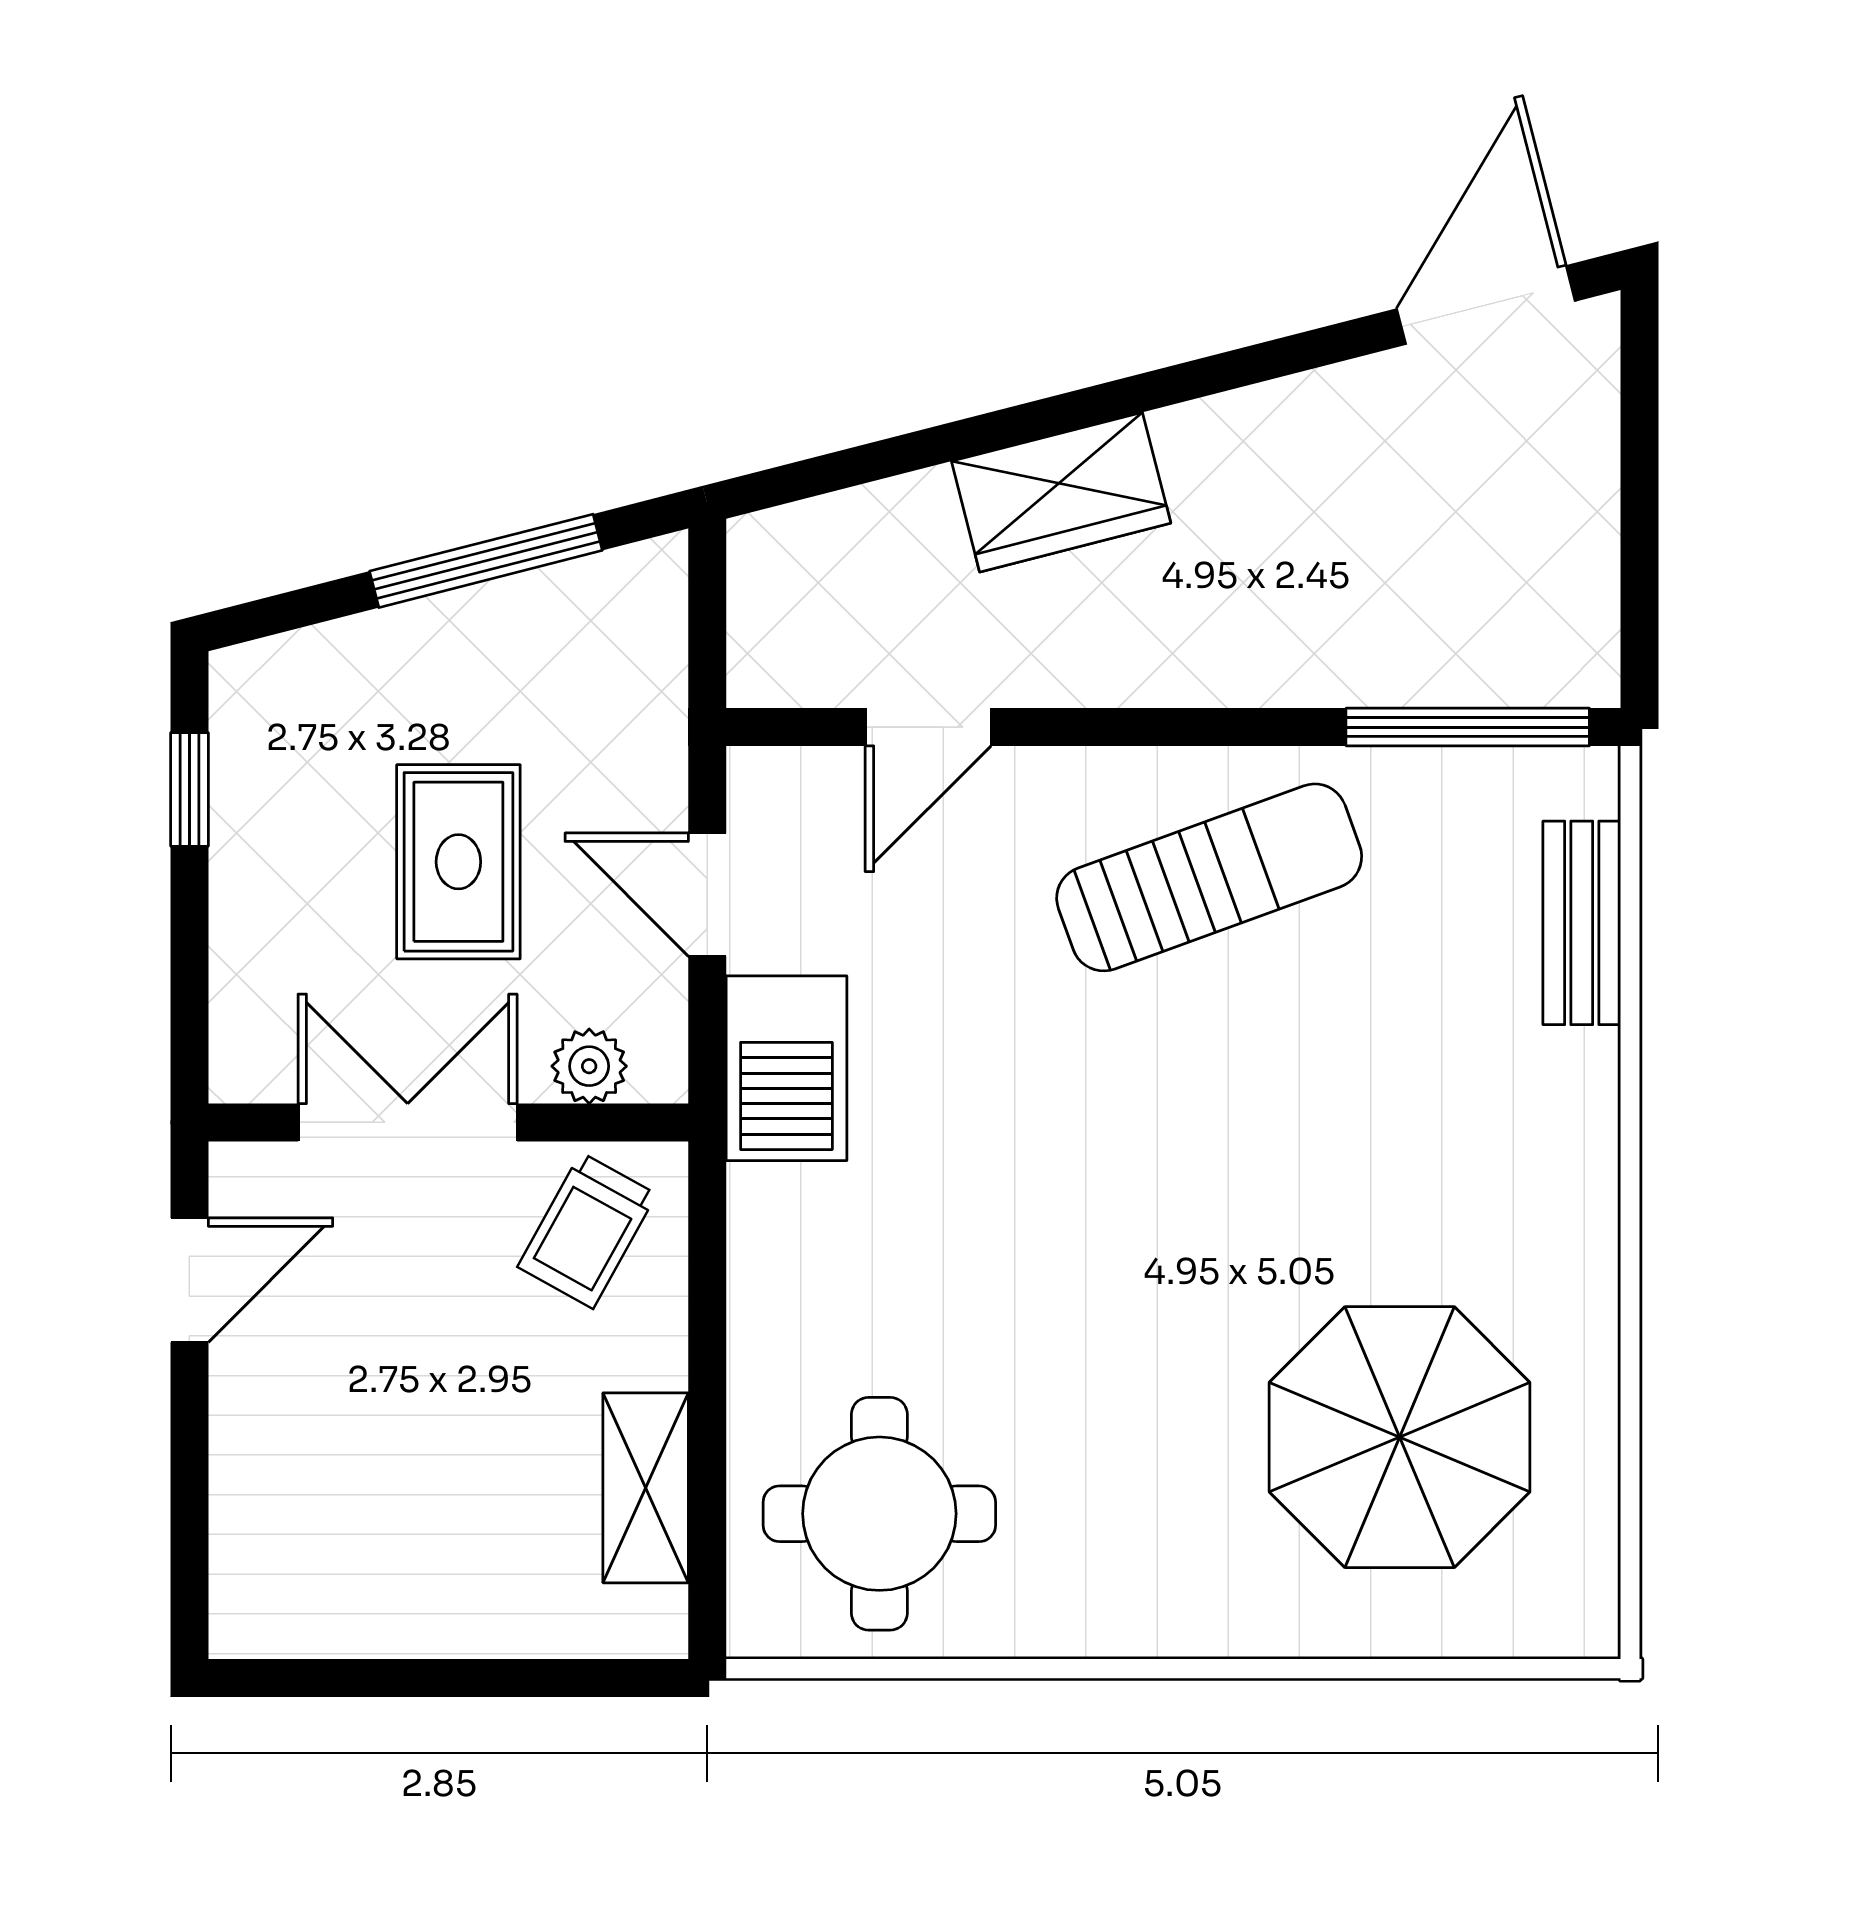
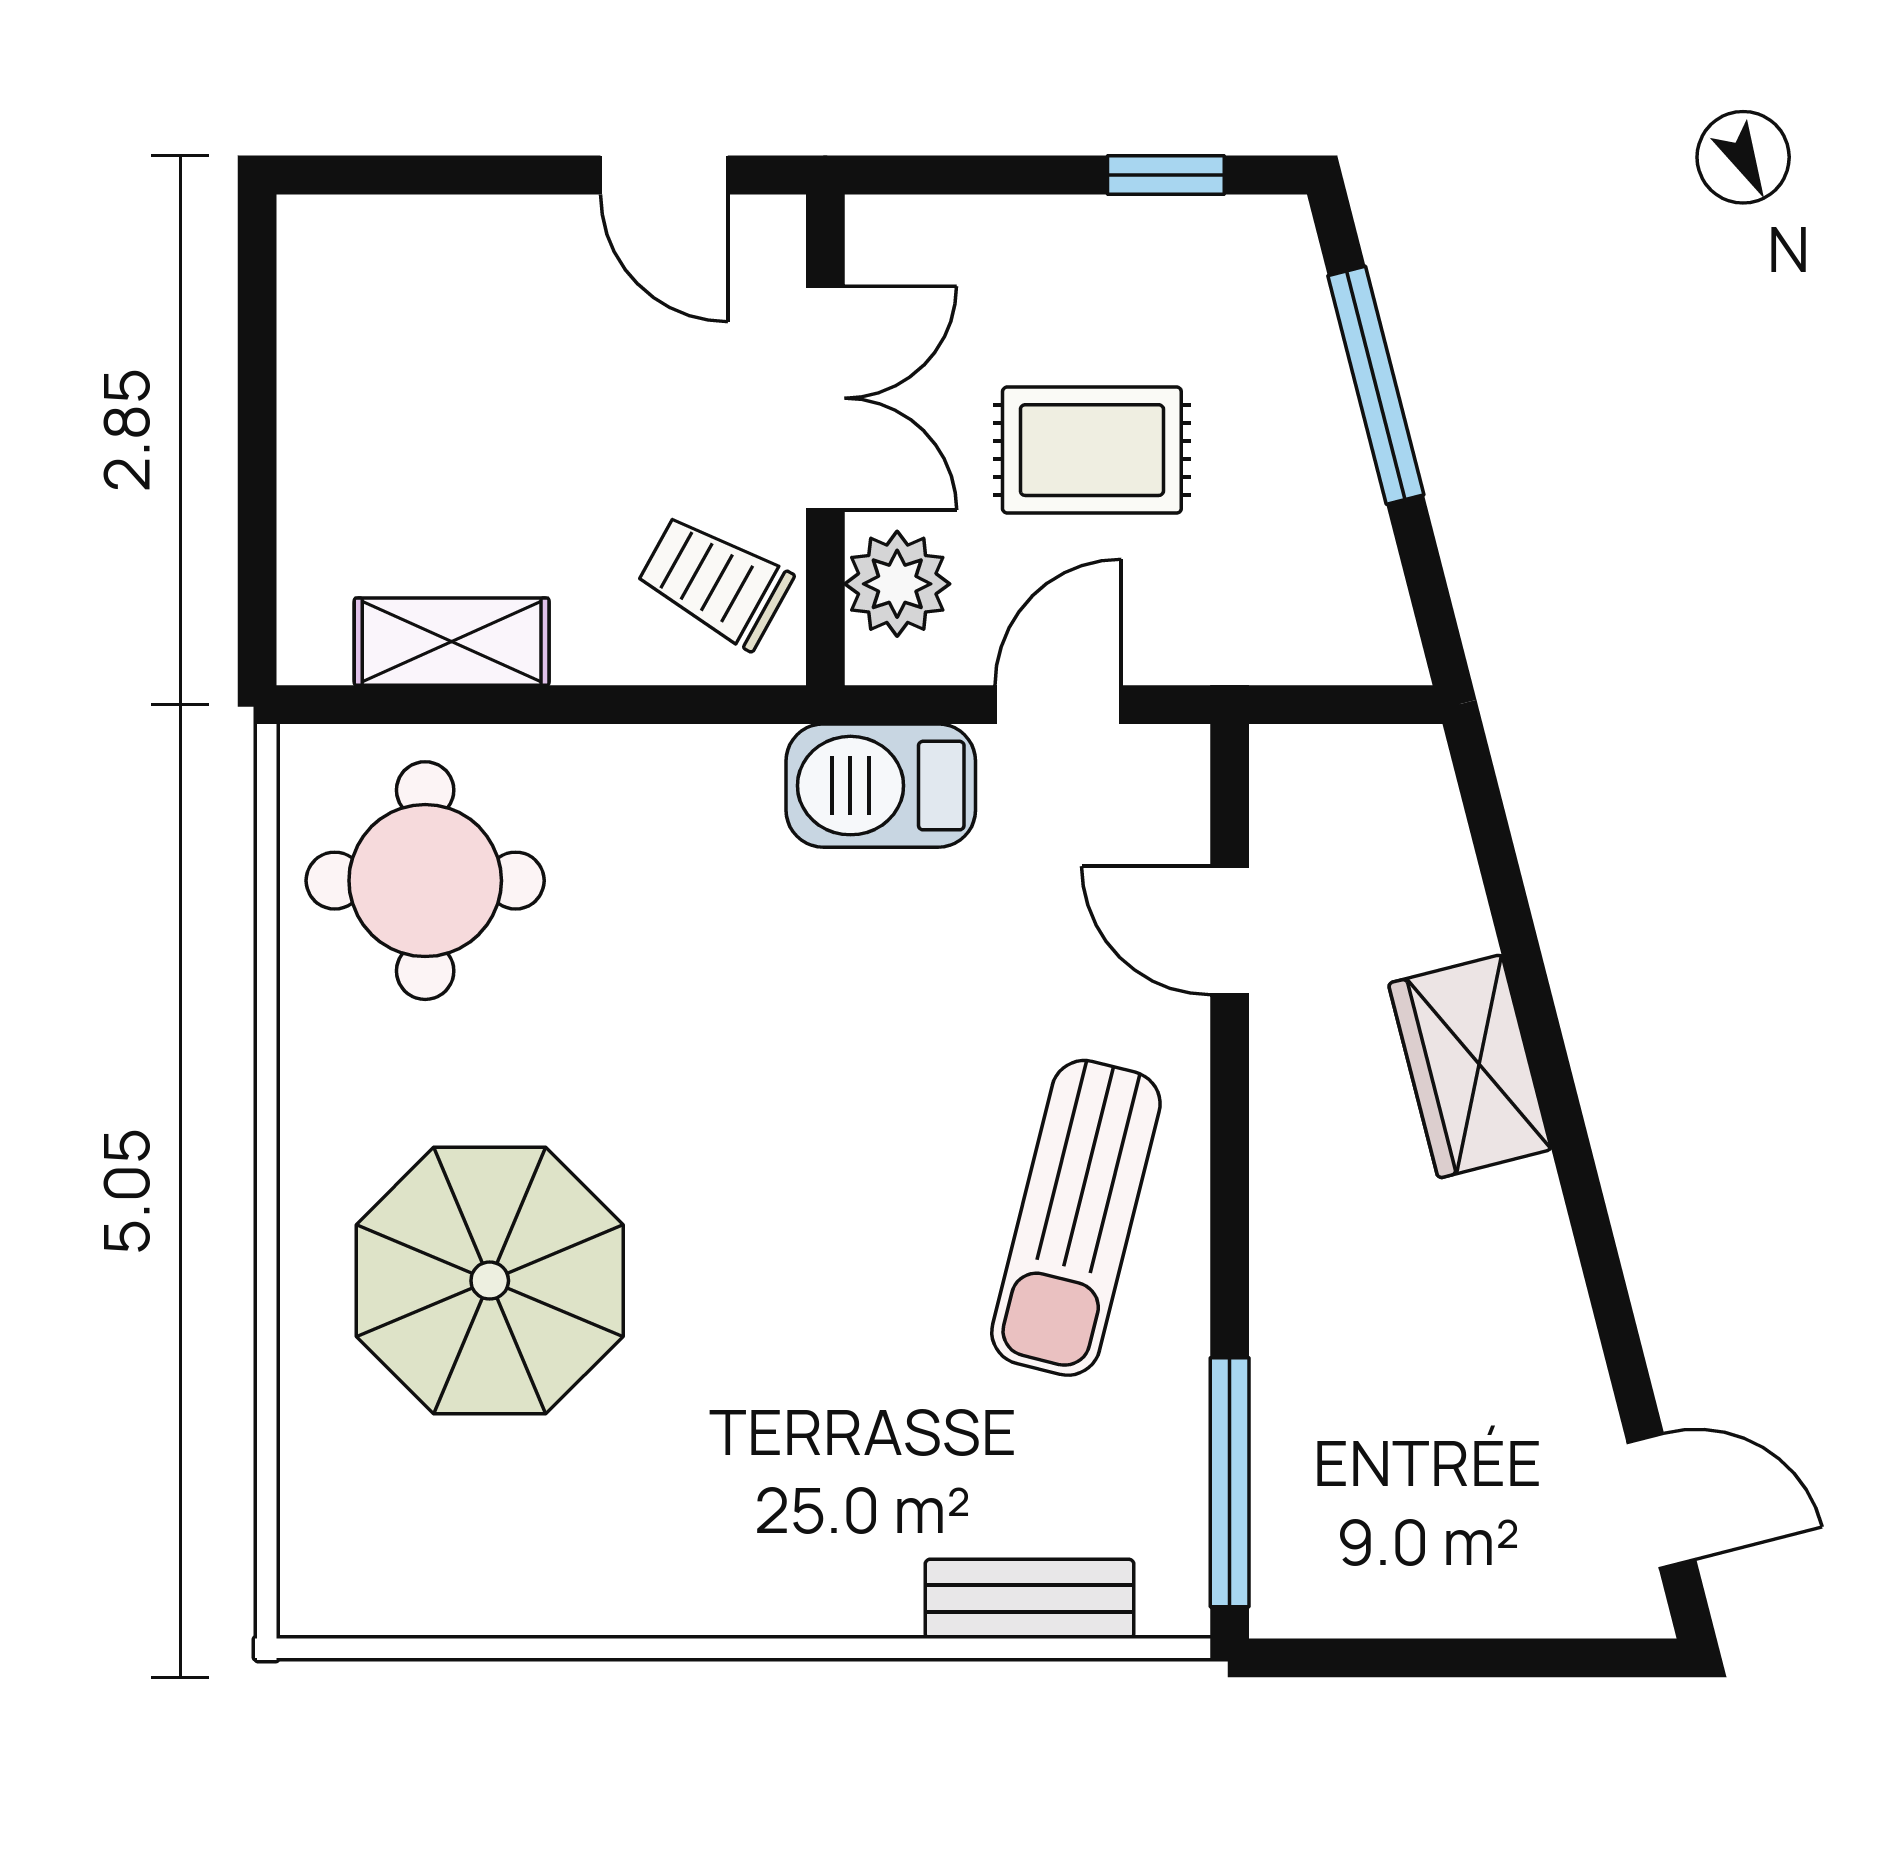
door: (1486, 305) -> (1661, 1501), width x0.73
window: (486, 561) -> (1376, 385), moved
sun lounger: (1209, 877) -> (1076, 1218), turned 34
plant: (589, 1066) -> (897, 584), width x1.38, depth x1.38
parasol: (1400, 1437) -> (490, 1281), moved

